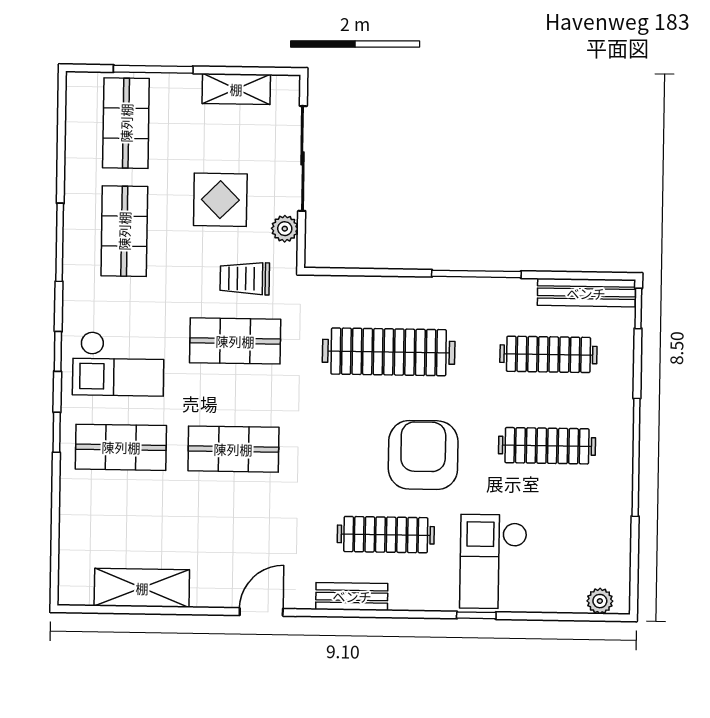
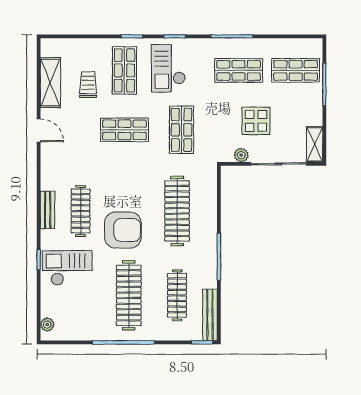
shelving: (236, 89) -> (315, 144), moved
trolley: (245, 279) -> (88, 85), moved
clothes rail: (547, 446) -> (129, 295), width x1.37, depth x1.31
shop shelf: (233, 449) -> (124, 130), turned 90
bench: (352, 596) -> (48, 210), moved
door: (261, 612) -> (39, 130), moved

